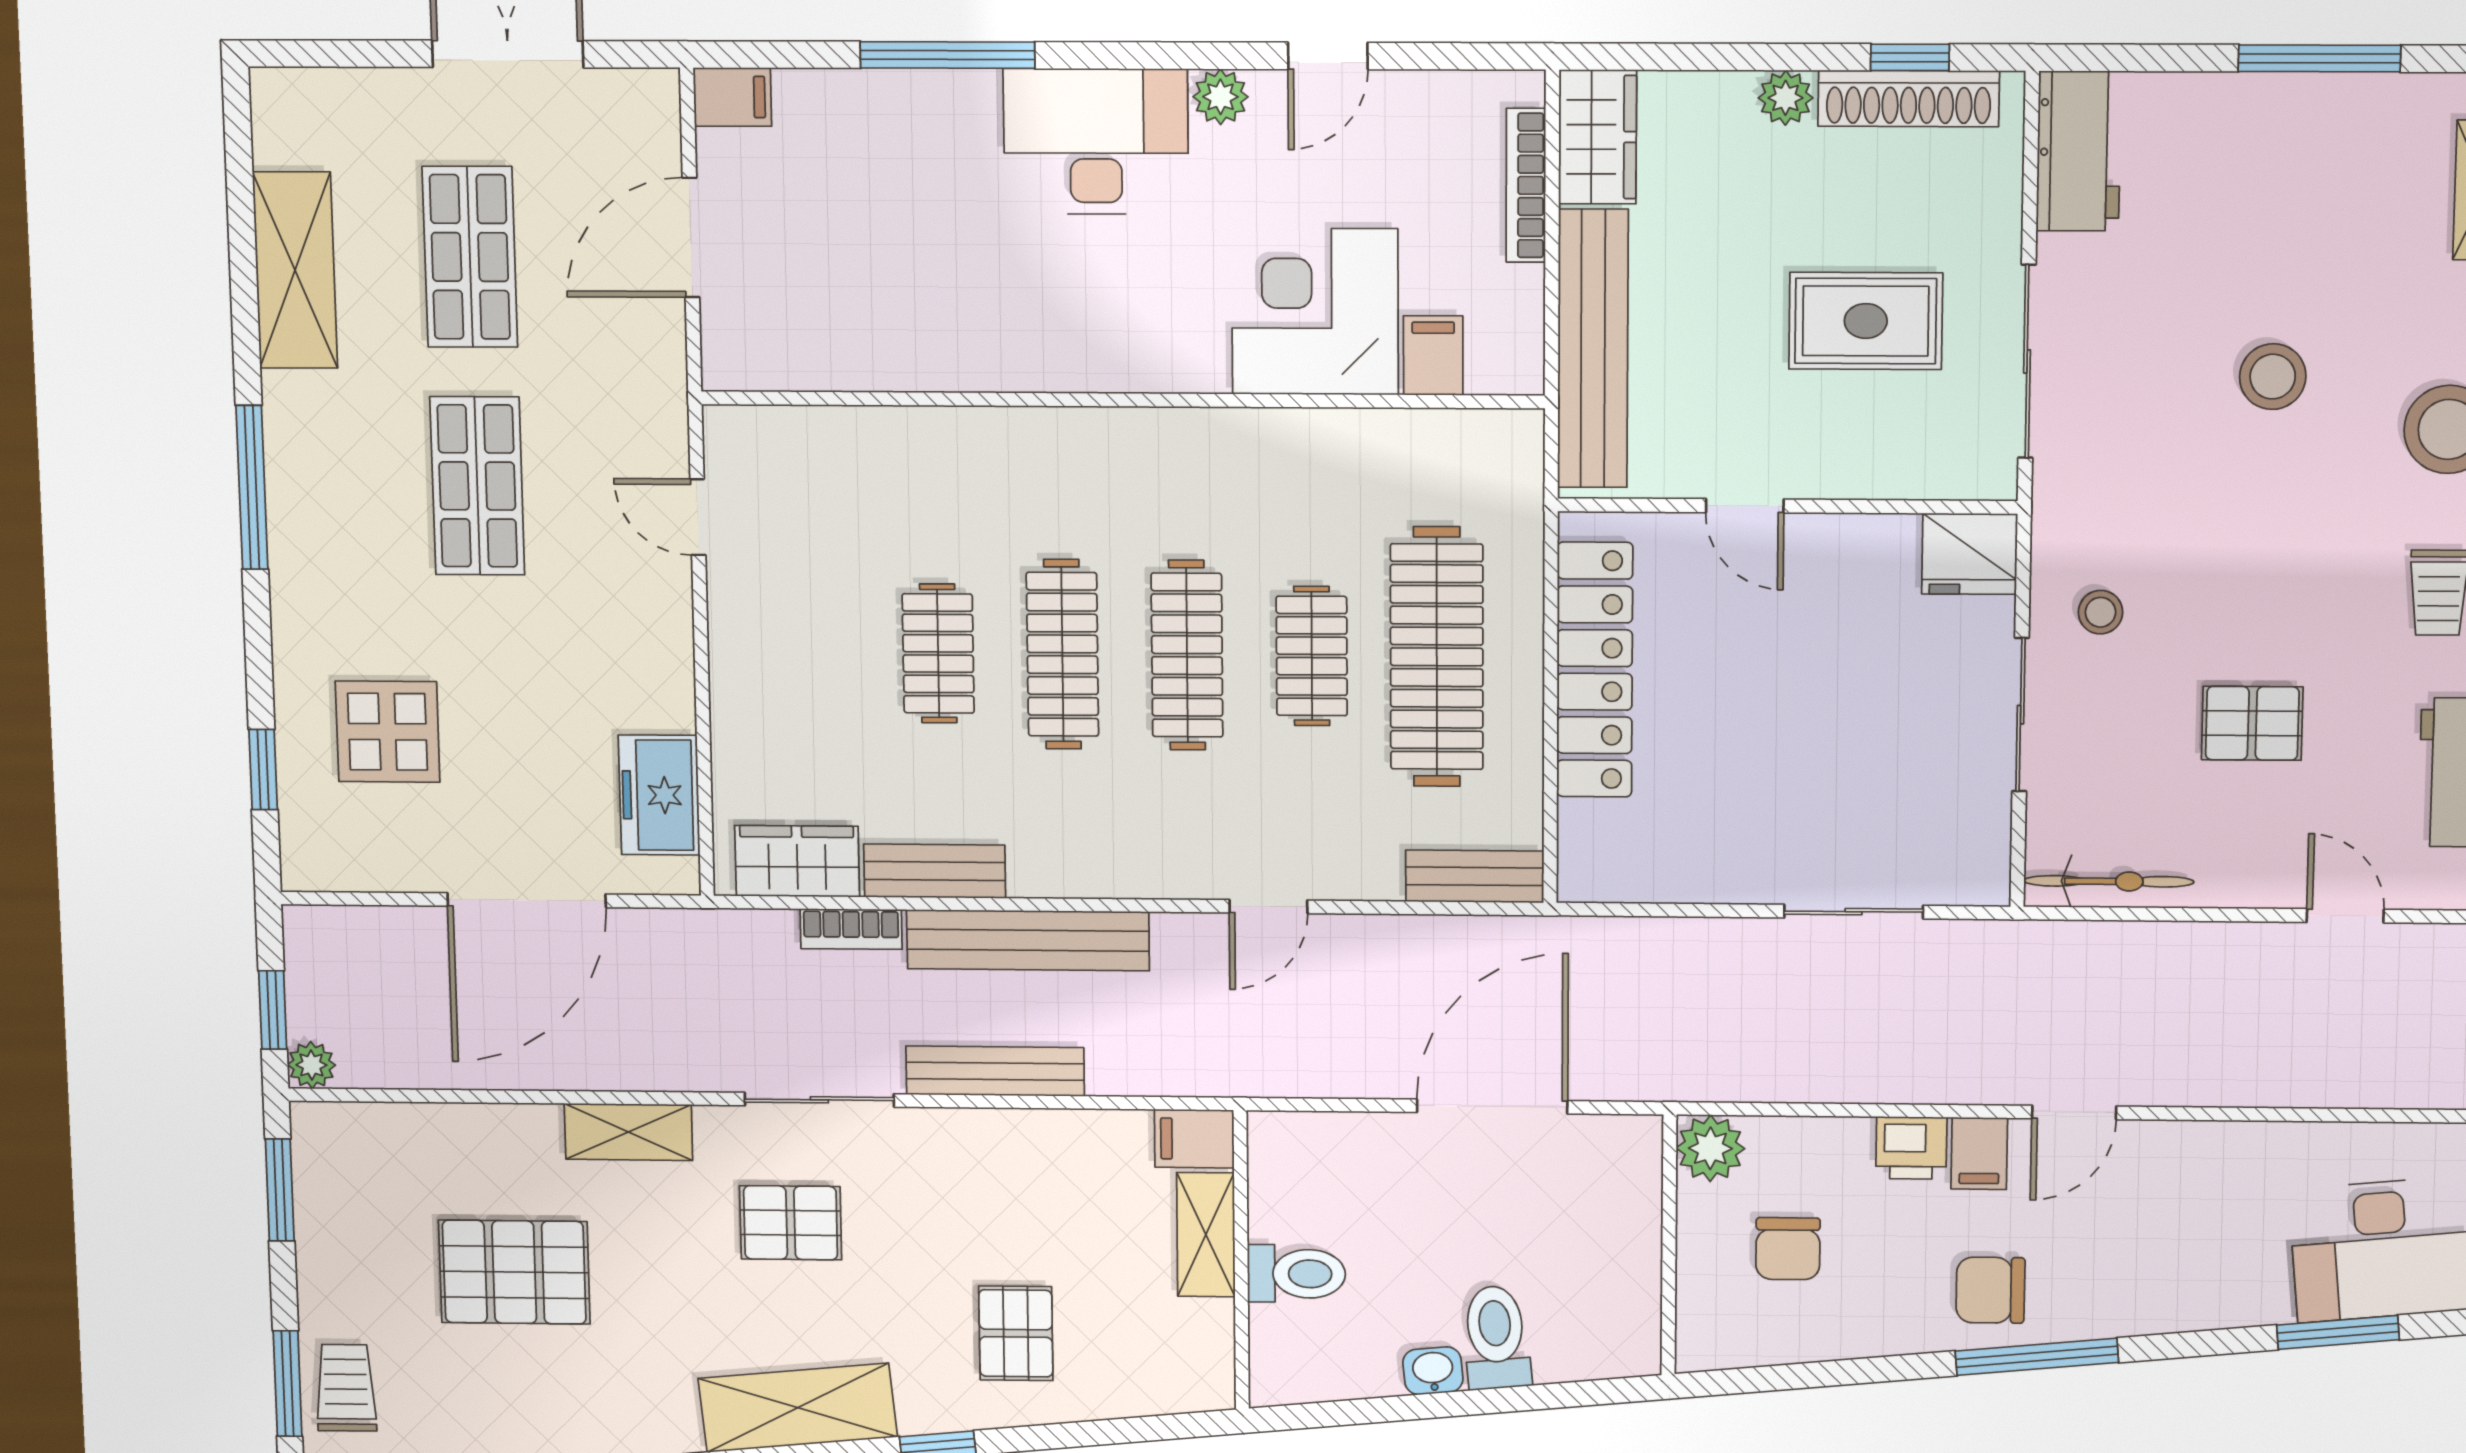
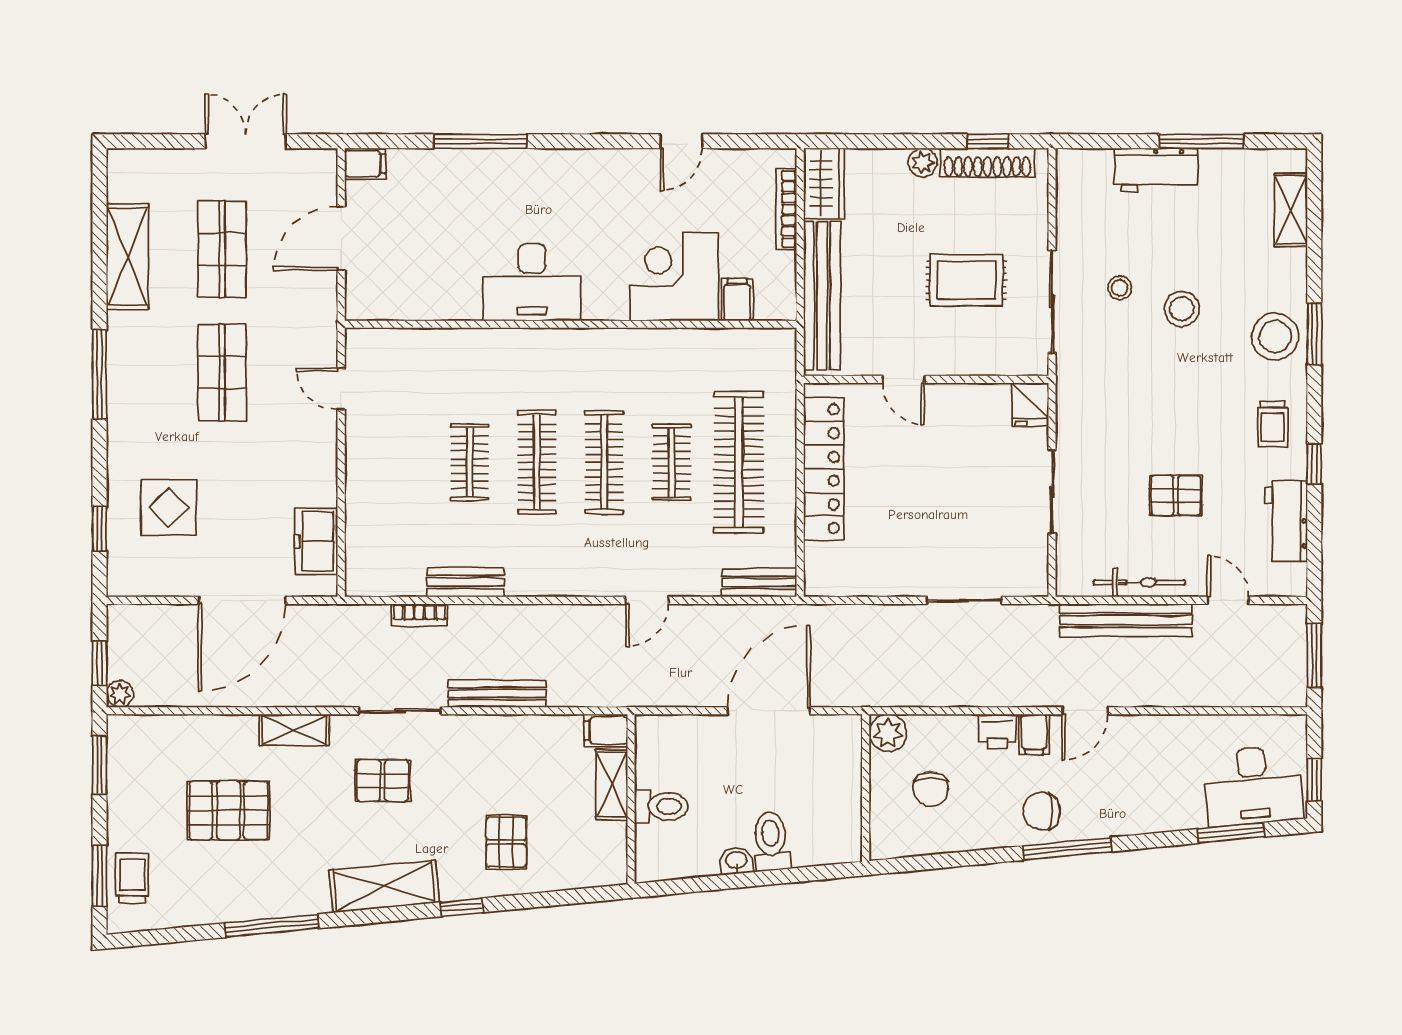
plant: (1220, 97) -> (625, 163), removed
desk: (1096, 141) -> (532, 282), moved, turned 180
workbench: (2079, 151) -> (1156, 170), moved, turned 90
fridge: (1970, 554) -> (1030, 405), width x0.72
stool: (2101, 612) -> (1120, 288), moved
wardrobe: (797, 861) -> (391, 577), removed
bicycle: (2109, 881) -> (1139, 582), moved
bench: (1028, 940) -> (1126, 620), moved

